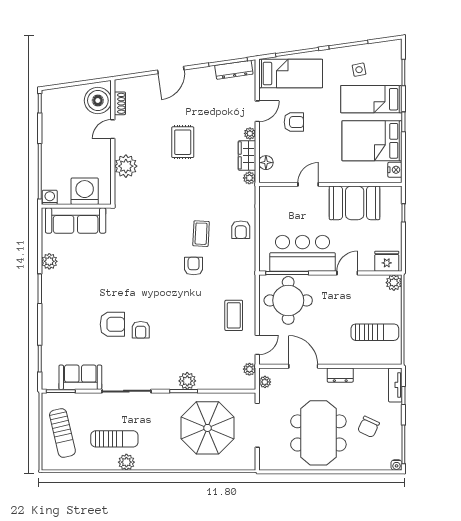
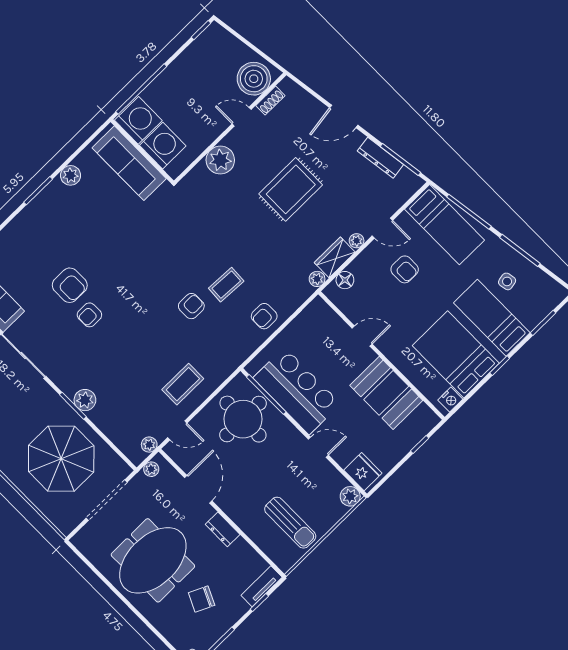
dresser: (234, 70) -> (380, 158), moved
rug: (183, 142) -> (291, 189), width x1.36, depth x1.43
washing machine: (50, 197) -> (138, 120), width x1.89, depth x1.89

